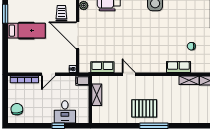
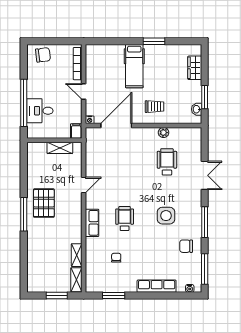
door: (78, 35) -> (116, 126), moved
wheelchair: (158, 39) -> (125, 219), added
row of seats: (102, 67) -> (92, 154), removed
row of seats: (178, 67) -> (92, 223), moved
window: (58, 126) -> (24, 103), width x3.17

